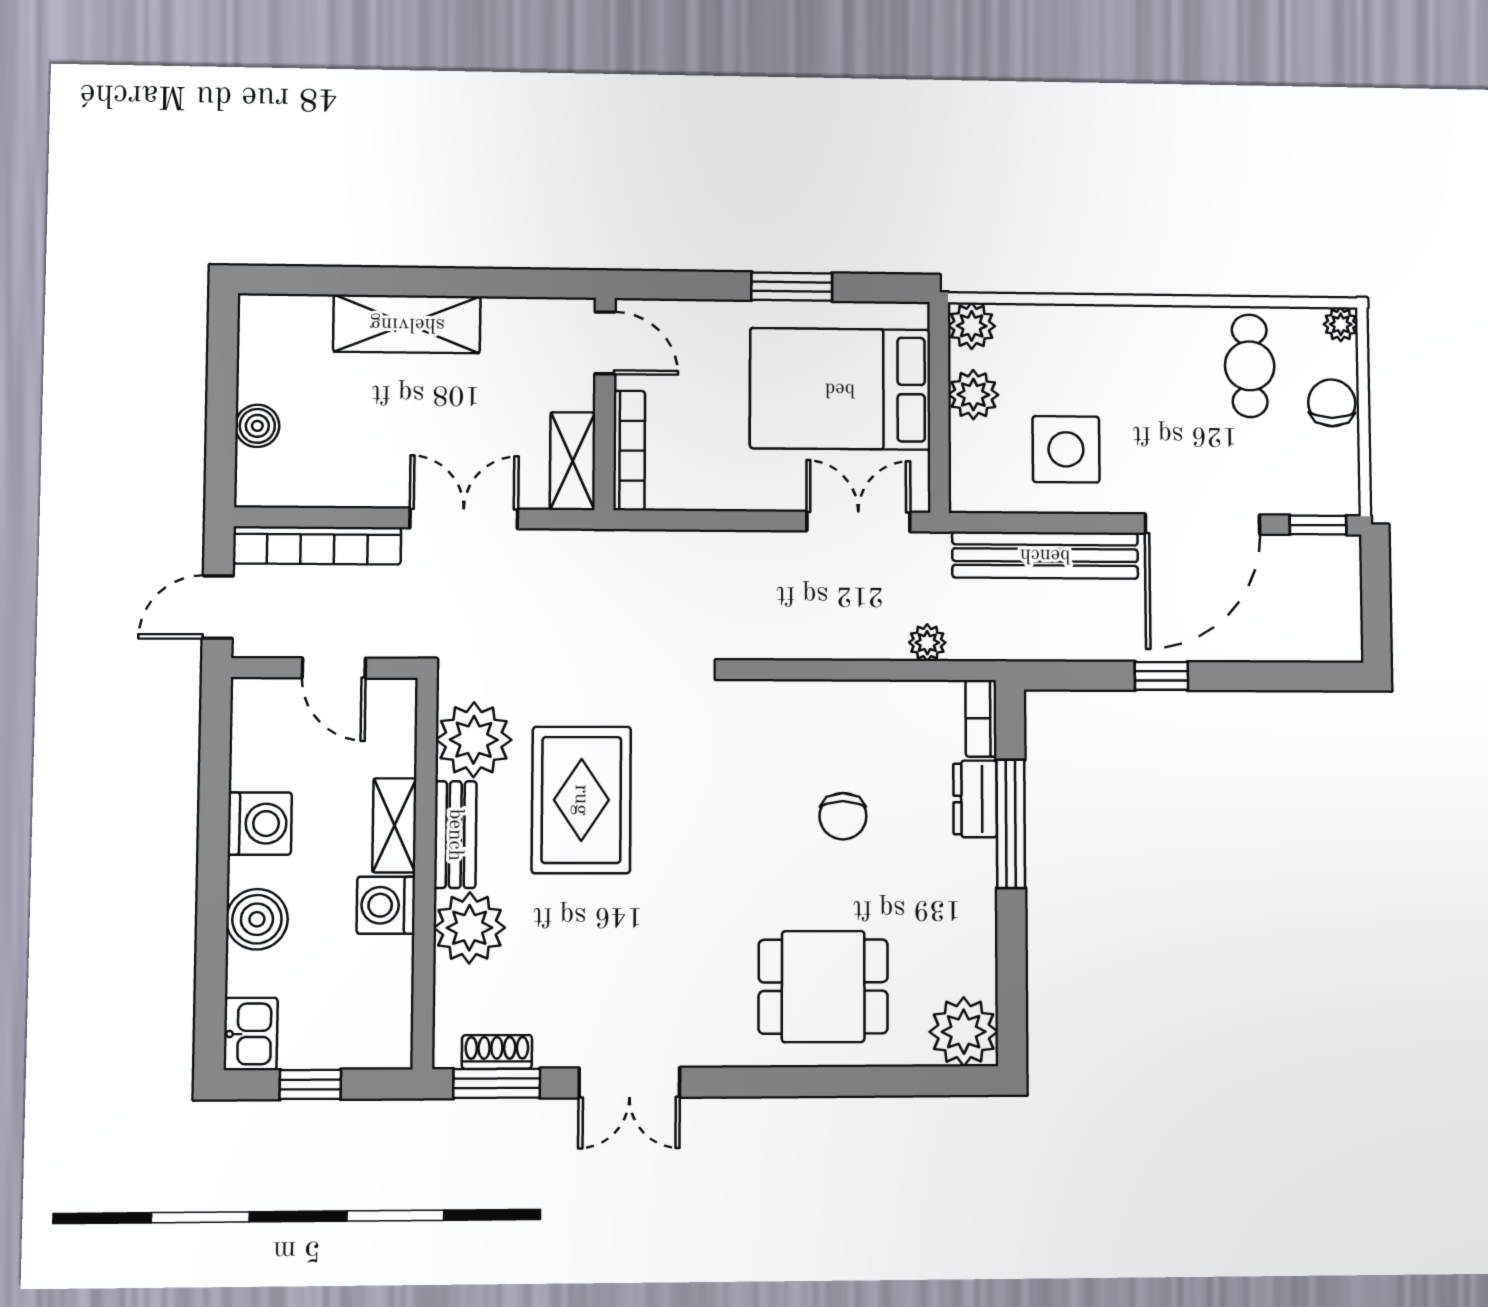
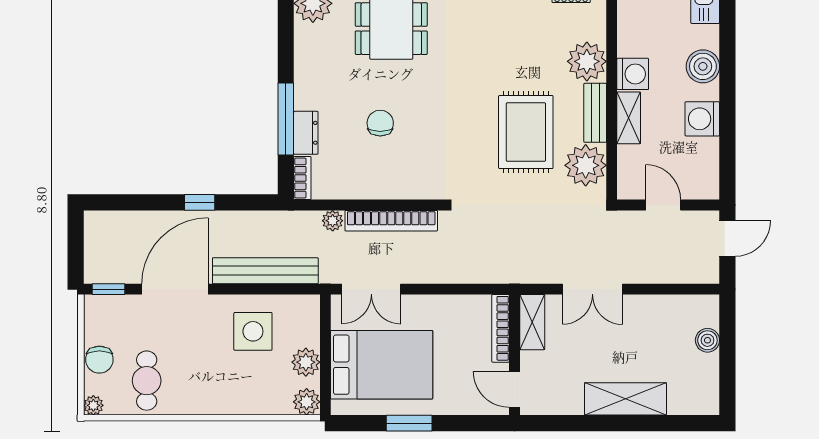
bookcase: (317, 545) -> (391, 221), moved, turned 180

